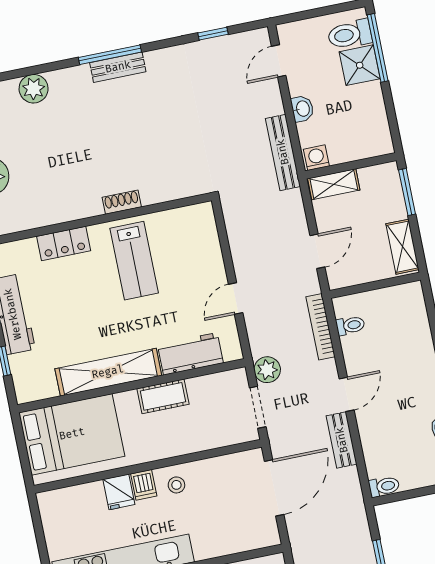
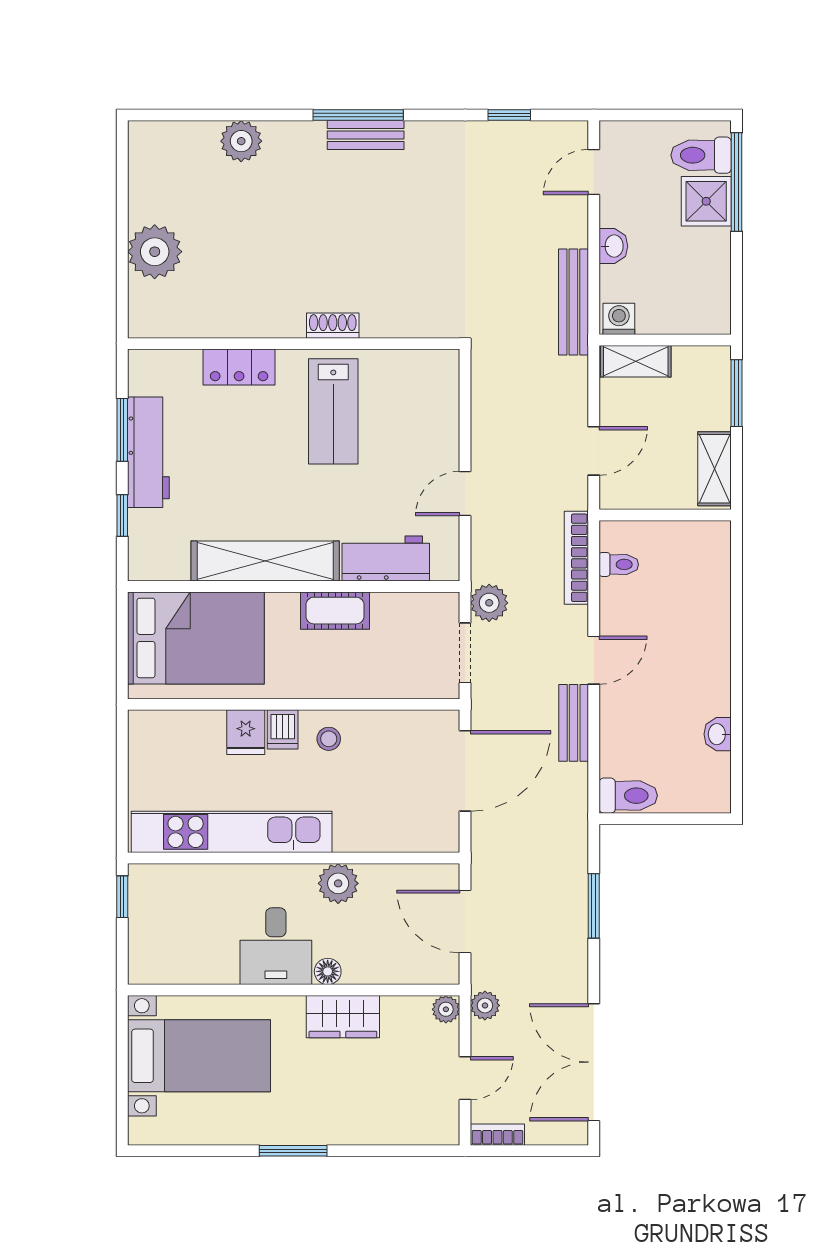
toilet: (384, 486) -> (628, 796), width x1.37, depth x1.39

